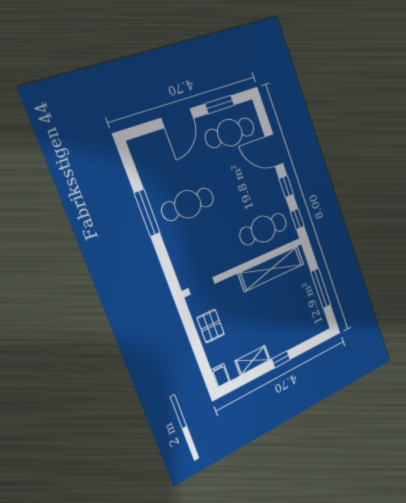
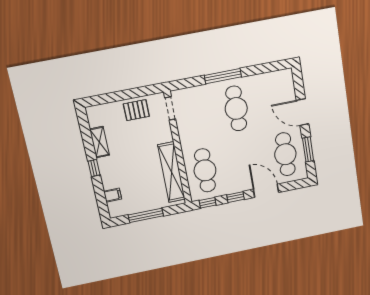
door: (274, 150) -> (266, 191), hinge flipped
window: (147, 213) -> (223, 76), moved
filing cabinet: (221, 375) -> (113, 195), moved

